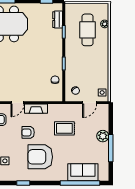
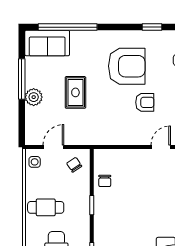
cafe table: (95, 62) -> (46, 207), added
fireplace: (36, 109) -> (133, 138), removed
rug: (64, 128) -> (75, 92), moved, turned 90
sofa: (83, 172) -> (47, 43), moved

